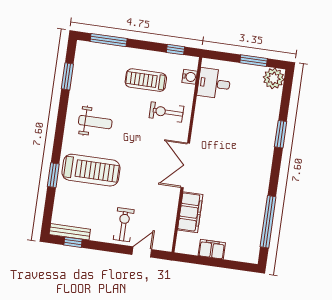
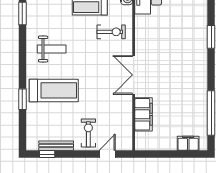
exercise bike: (166, 112) -> (111, 32), turned 180
bench: (70, 232) -> (56, 146), moved
filing cabinet: (212, 249) -> (188, 143), moved

